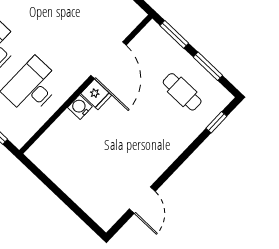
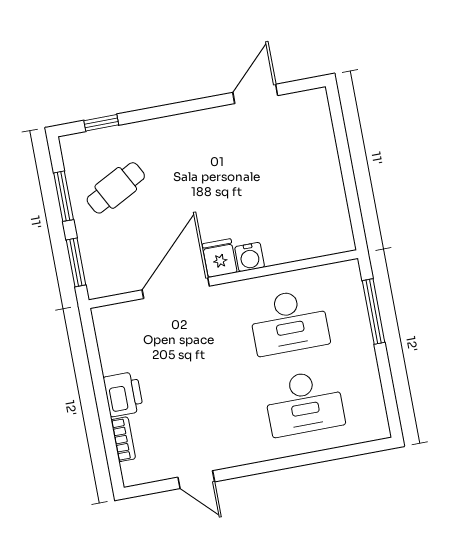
cafe table: (182, 92) -> (116, 188), turned 62

